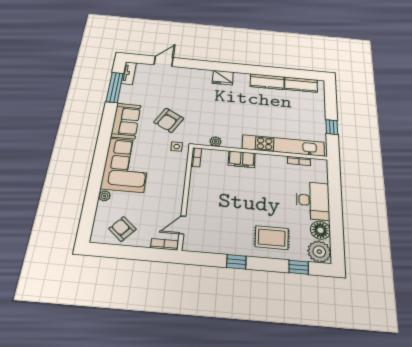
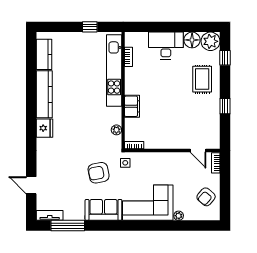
kitchen counter: (267, 82) -> (44, 94), width x1.50
armchair: (169, 120) -> (99, 173), turned 140

